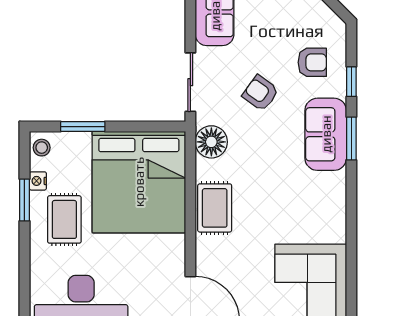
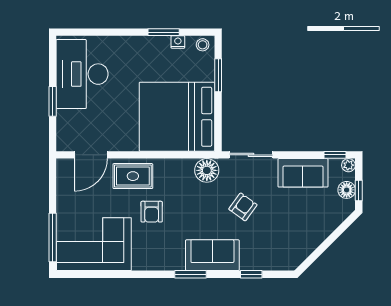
armchair: (312, 62) -> (152, 212), moved
window: (351, 139) -> (190, 274), moved
rug: (215, 208) -> (133, 176), moved
rug: (64, 219) -> (149, 62), removed

